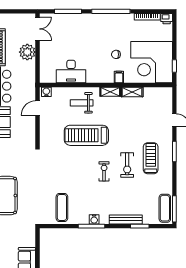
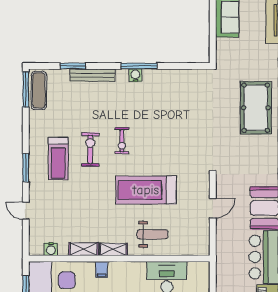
water cooler: (46, 92) -> (51, 249), moved
door: (38, 108) -> (213, 208), moved
treadmill: (86, 135) -> (146, 190), turned 180
exercise mat: (62, 207) -> (179, 91), removed

